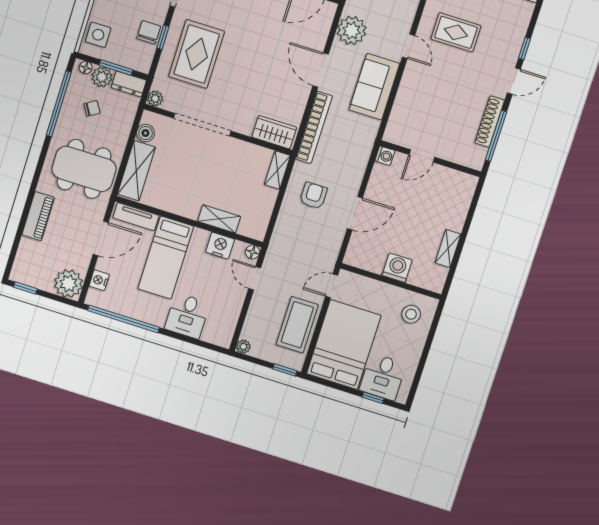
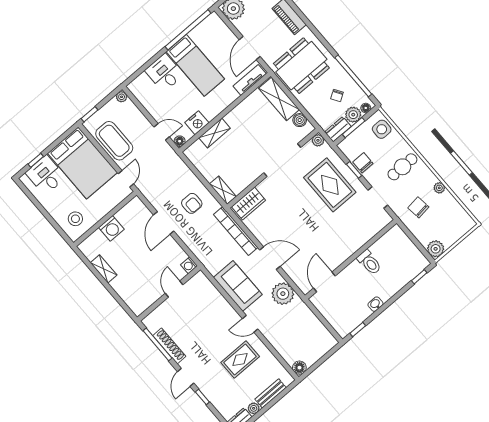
chair: (149, 32) -> (363, 163), turned 180
bed: (166, 258) -> (195, 65), moved, turned 180
nightstand: (99, 280) -> (223, 30), removed

